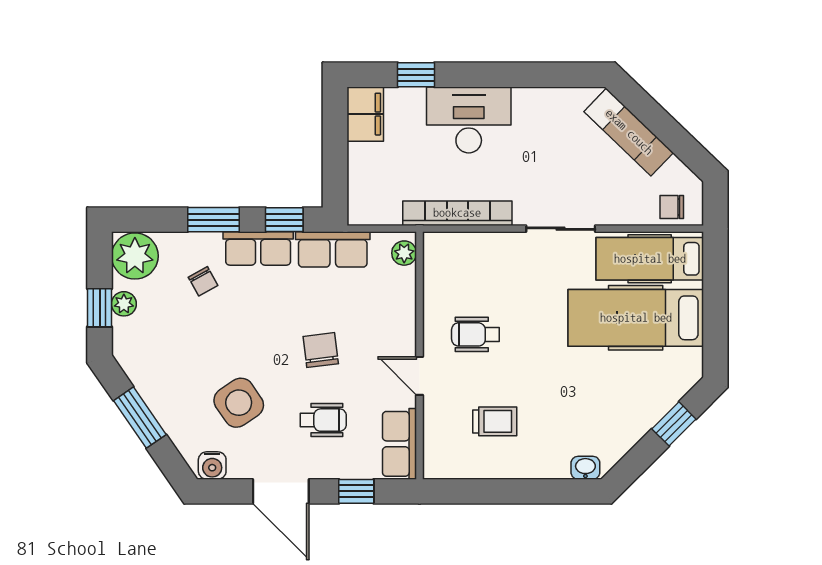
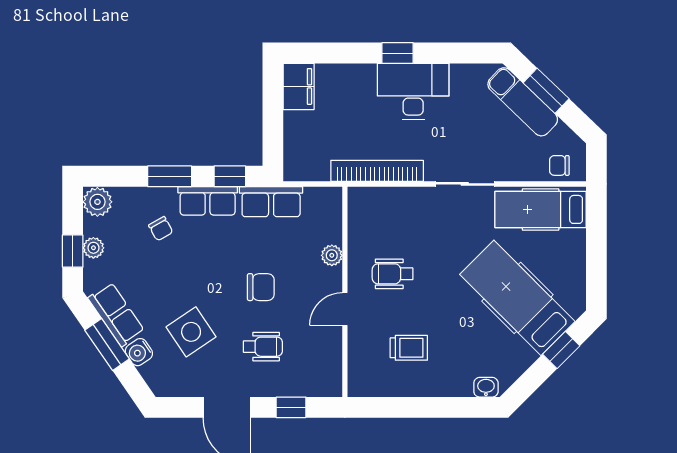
window: (416, 75) -> (398, 53), moved
window: (656, 119) -> (546, 91), added
desk: (469, 120) -> (413, 91), moved
plant: (404, 253) -> (332, 255), moved
plant: (135, 256) -> (97, 202), width x0.73, depth x0.73
hospital bed: (636, 318) -> (517, 298), moved, turned 45
chair: (321, 350) -> (261, 287), turned 97
door: (420, 376) -> (345, 309), hinge flipped
row of seats: (400, 444) -> (116, 314), moved, turned 145
water cooler: (212, 465) -> (139, 352), moved, turned 55

